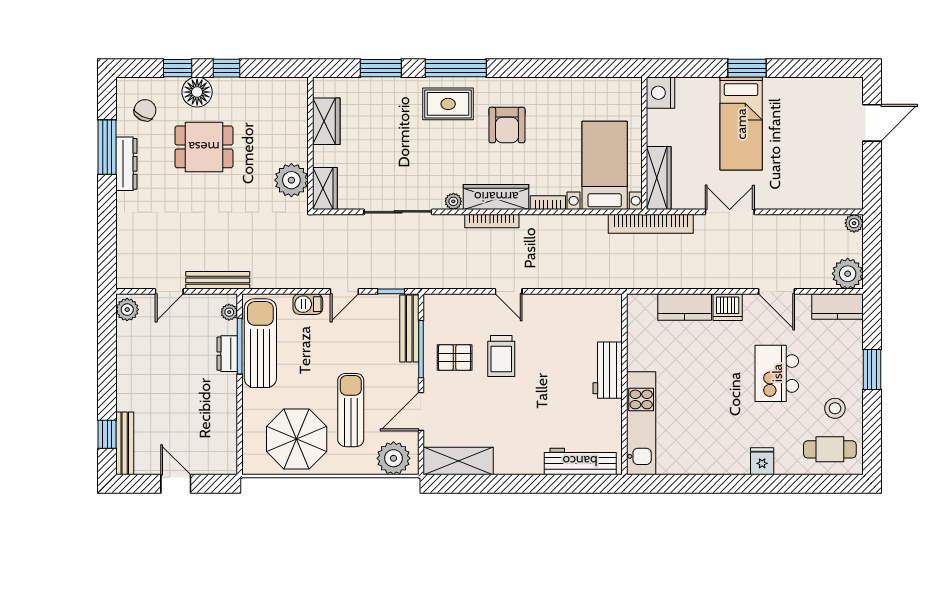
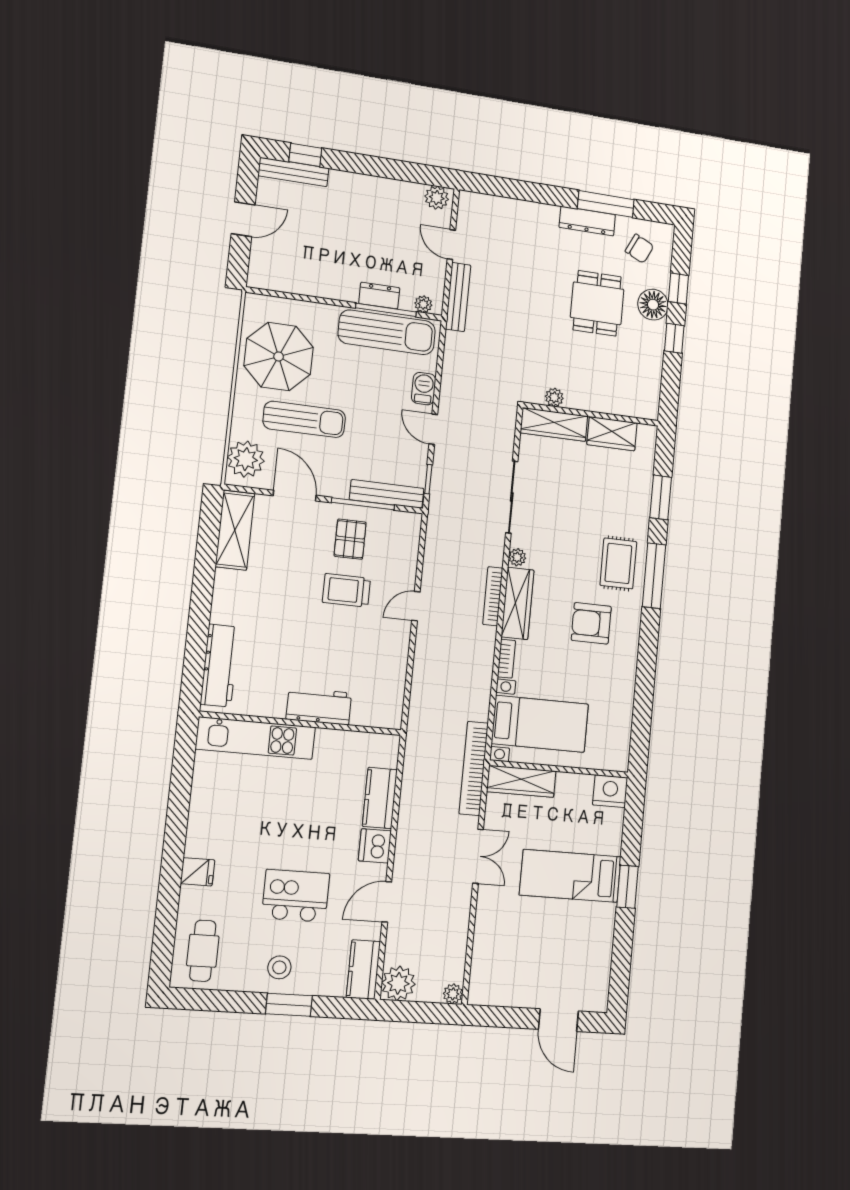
plant: (291, 180) -> (554, 397), width x0.53, depth x0.53
wardrobe: (325, 189) -> (554, 424), width x1.50
stool: (835, 408) -> (279, 967), moved

